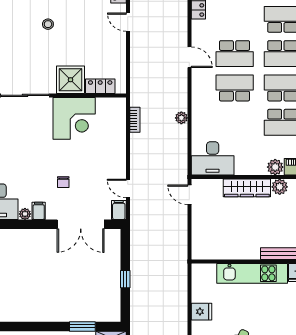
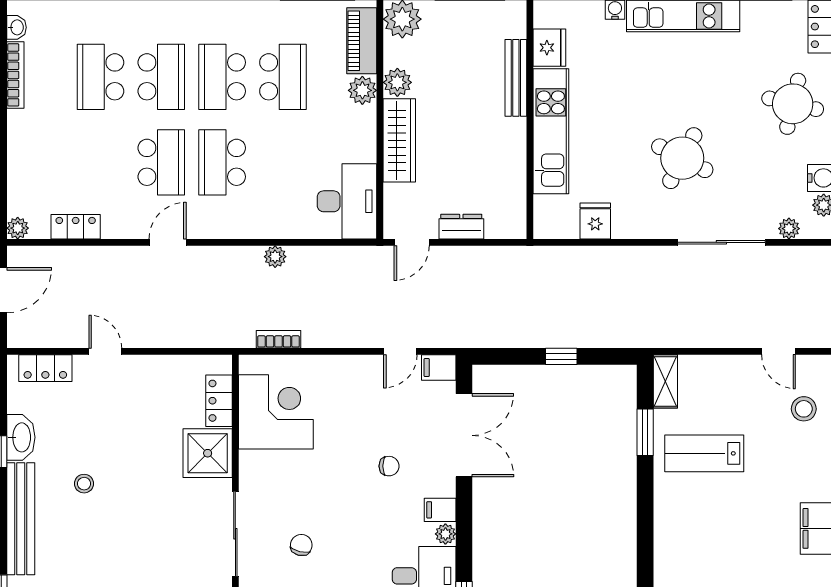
door: (128, 22) -> (105, 351), swing flipped
stool: (48, 24) -> (84, 484), moved
corner desk: (74, 118) -> (276, 412), moved
chair: (19, 133) -> (301, 545), added
dresser: (198, 223) -> (461, 227), added
fridge: (201, 312) -> (595, 221), moved

